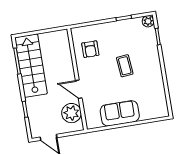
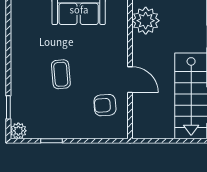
armchair: (90, 49) -> (105, 105), turned -94
door: (79, 89) -> (130, 80), moved

